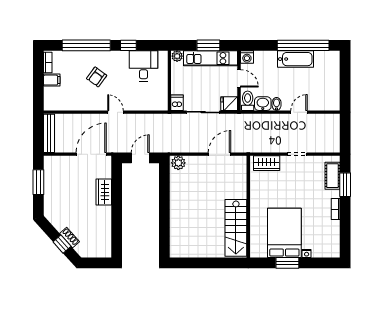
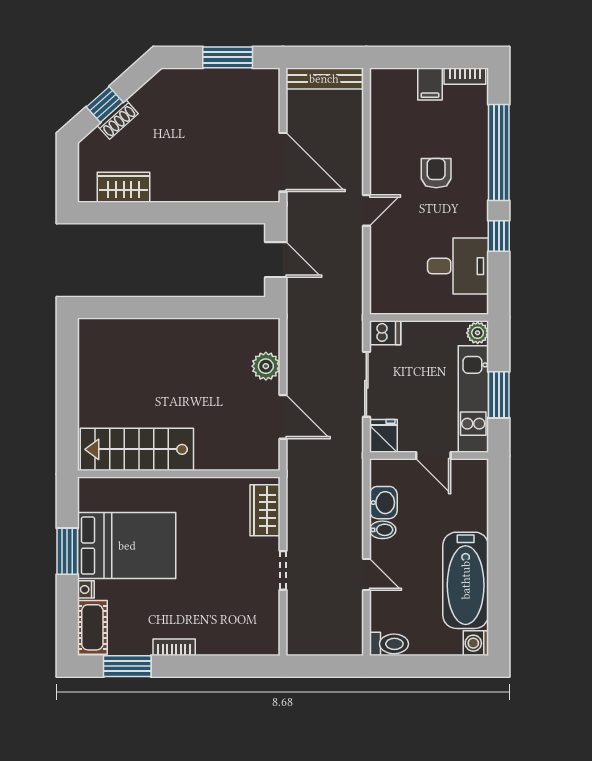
window: (303, 45) -> (499, 583), removed
washing machine: (247, 57) -> (476, 643), moved
bathtub: (295, 59) -> (466, 580), width x1.36, depth x1.36
armchair: (97, 77) -> (436, 173), turned 54
door: (239, 78) -> (433, 456), hinge flipped
toilet: (248, 101) -> (389, 644), moved
plant: (178, 163) -> (266, 366), moved
cot: (333, 176) -> (92, 627), moved, turned 90
window: (345, 185) -> (127, 666), moved
wardrobe: (104, 192) -> (124, 187), moved

